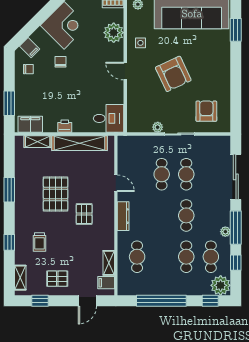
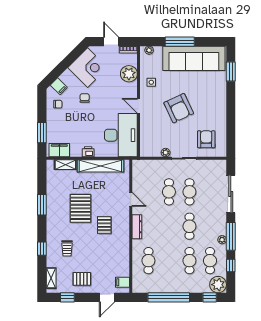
desk: (109, 118) -> (121, 135), width x1.87, depth x1.30
shelving: (109, 263) -> (125, 266), removed

